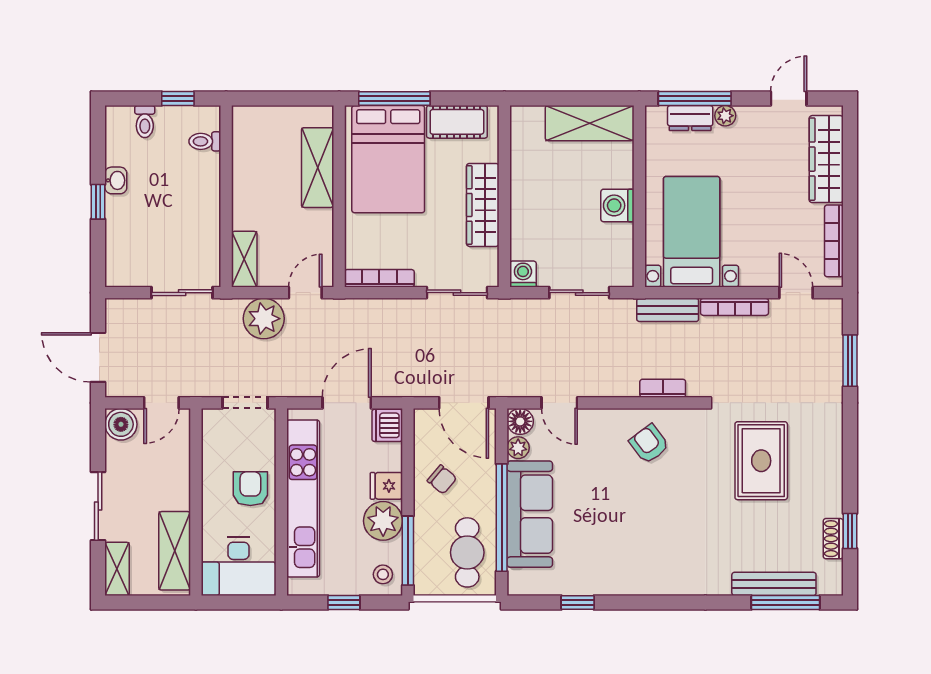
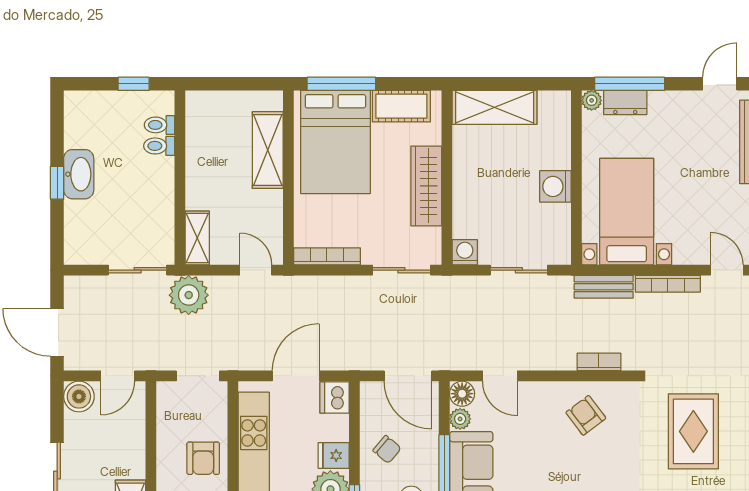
plant: (725, 116) -> (592, 100), moved
toilet: (145, 122) -> (159, 146), moved, turned 90
shelving: (590, 123) -> (495, 107), moved
washbasin: (116, 180) -> (79, 174), width x1.91, depth x1.45
door: (305, 293) -> (256, 270), hinge flipped
plant: (264, 319) -> (189, 295), moved
armchair: (250, 489) -> (203, 458), turned 180

